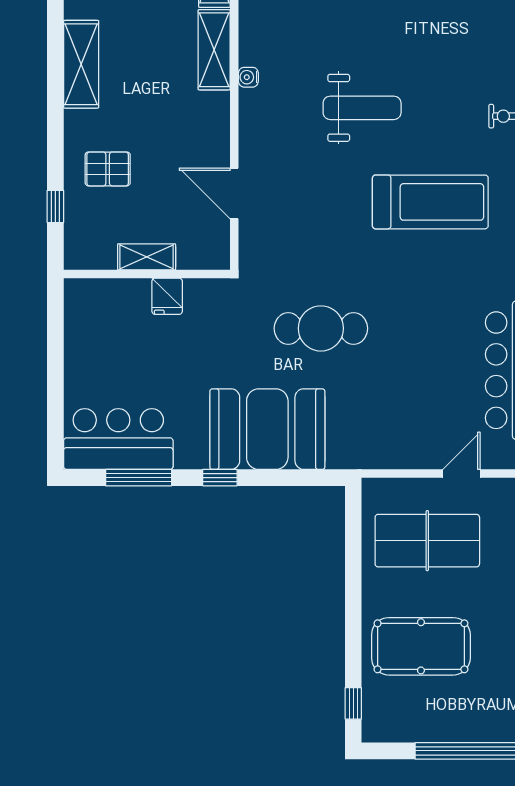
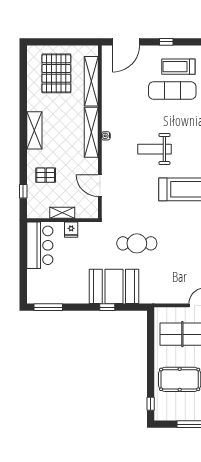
shelving: (214, 50) -> (91, 132), width x1.47
weight bench: (362, 108) -> (154, 149), turned 180
bar counter: (118, 439) -> (40, 245), moved, turned 90
window: (139, 478) -> (48, 307), moved
window: (220, 478) -> (107, 307), moved

